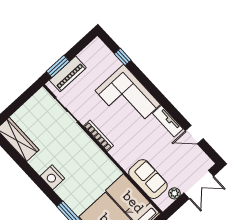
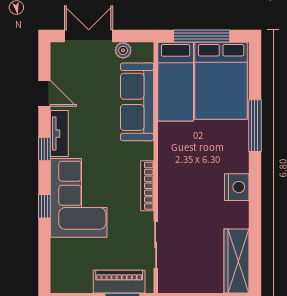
window: (123, 57) -> (44, 206), moved
window: (168, 106) -> (44, 149), added
sofa: (148, 179) -> (137, 102), width x1.36

